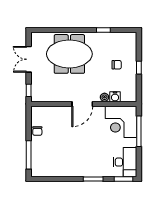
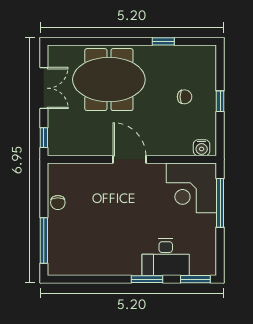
double door: (29, 59) -> (44, 88), swing flipped
plant: (104, 97) -> (165, 149), removed
water cooler: (115, 97) -> (202, 148), moved
door: (82, 104) -> (130, 159), swing flipped
desk: (125, 162) -> (166, 257), moved, turned 90

